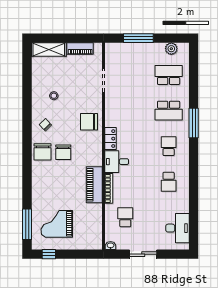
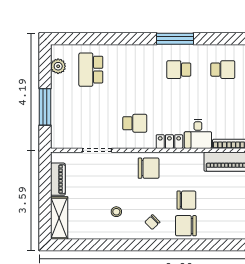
school desk: (169, 111) -> (135, 123), moved, width x0.54
chair: (89, 122) -> (149, 168), turned -90
window: (194, 123) -> (175, 39), moved
chair: (42, 152) -> (186, 226), turned 180

